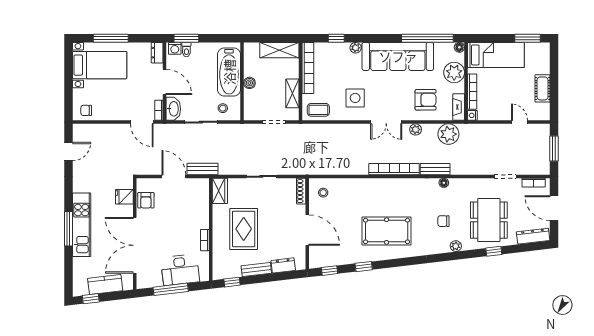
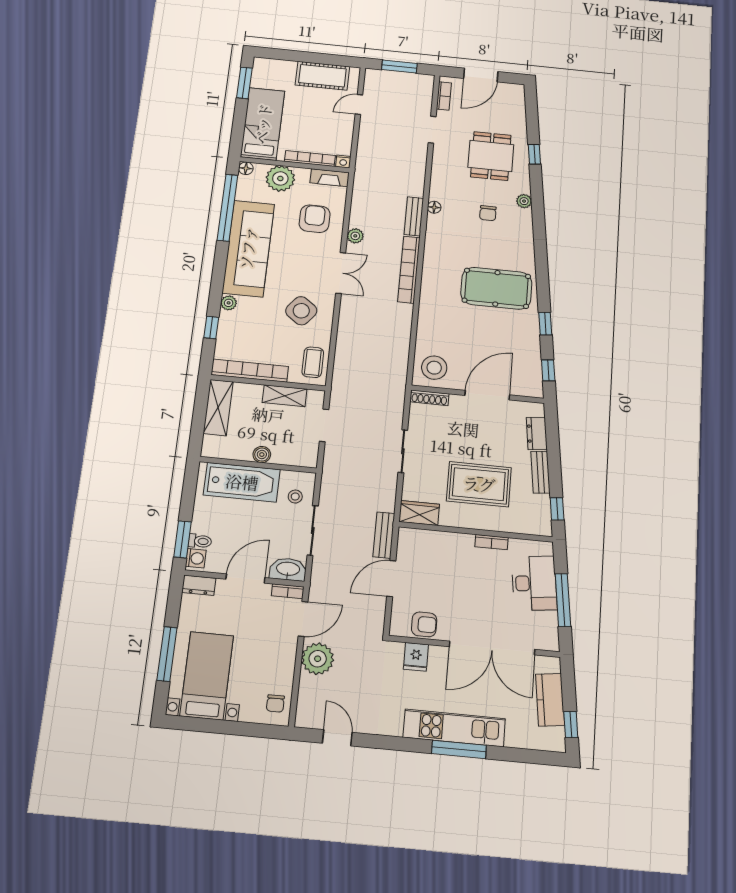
cot: (542, 88) -> (322, 76), width x1.37, depth x1.34
side table: (355, 98) -> (301, 311), turned 37
plant: (448, 134) -> (318, 659), moved
stool: (323, 193) -> (434, 368), width x1.89, depth x1.89
dining table: (489, 220) -> (491, 156), width x0.73
pool table: (387, 231) -> (496, 288), turned 90
dresser: (533, 236) -> (517, 104), removed

